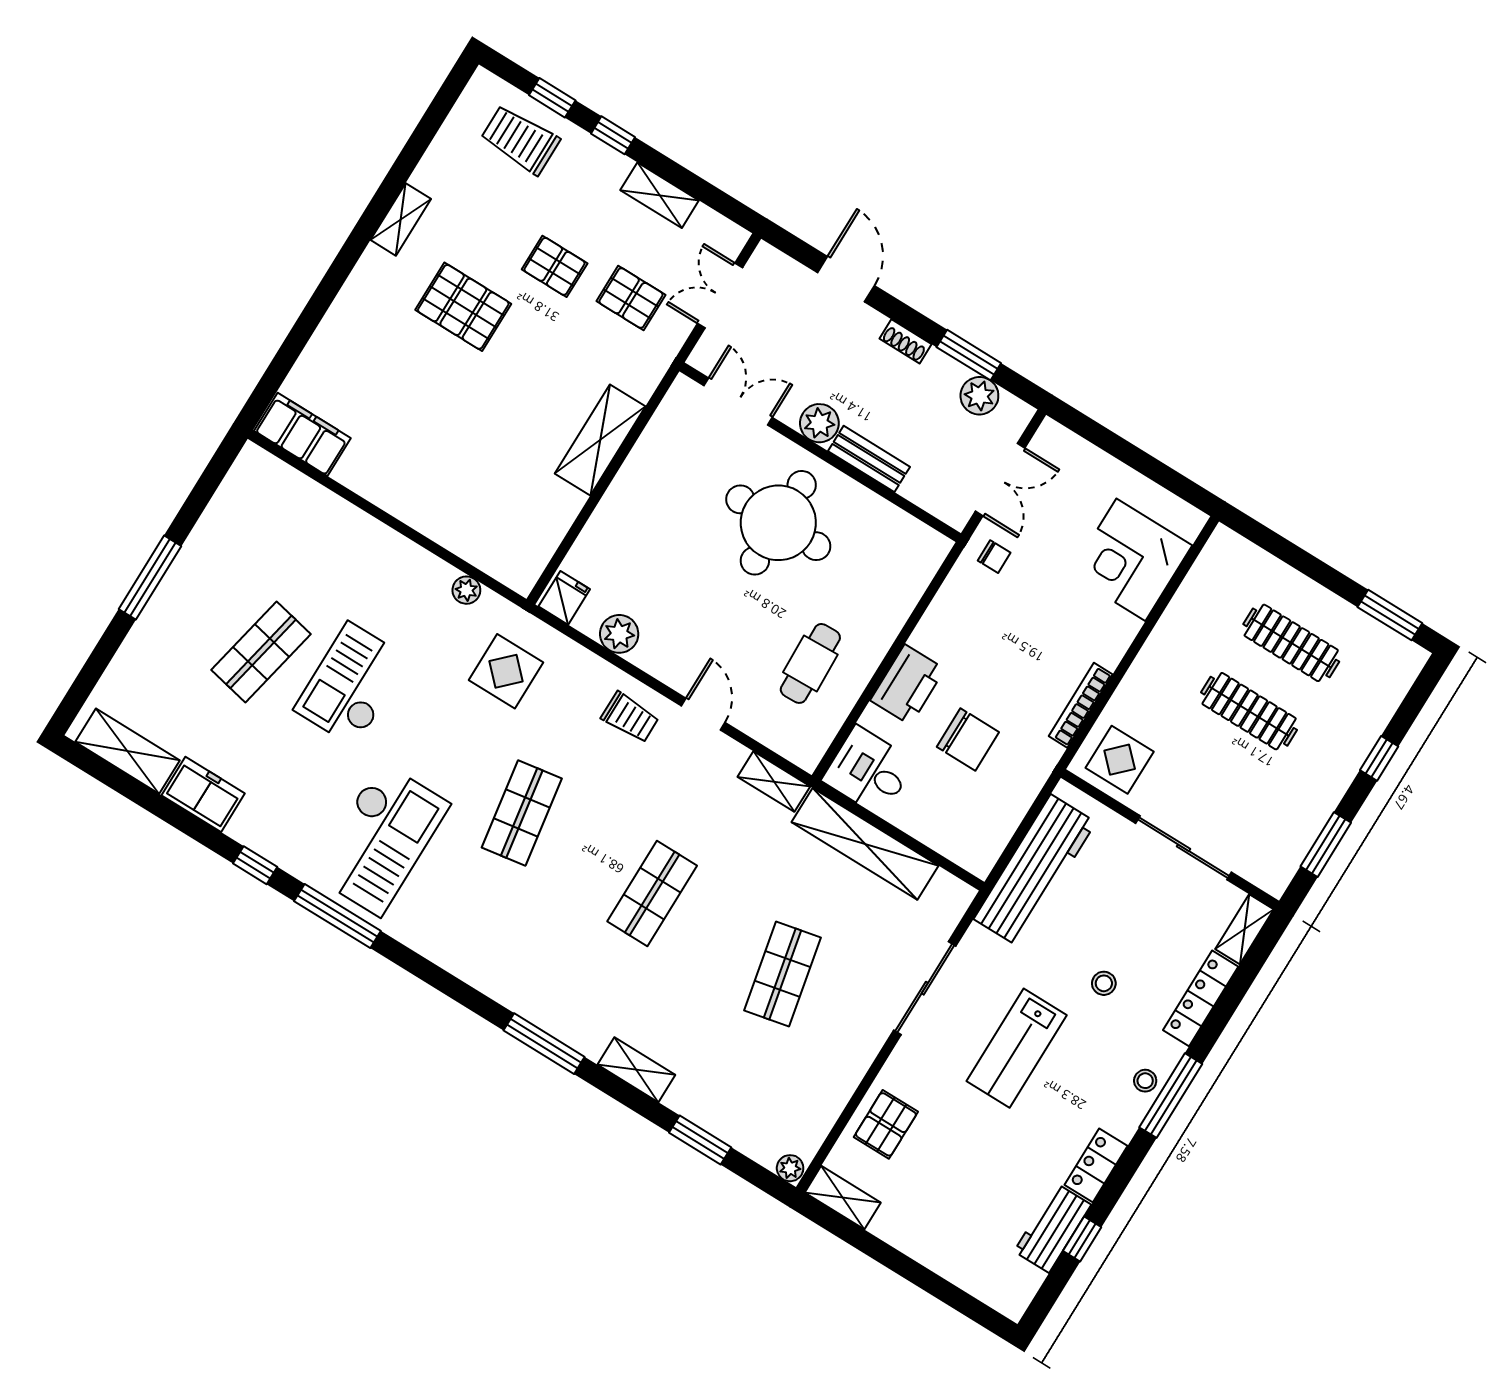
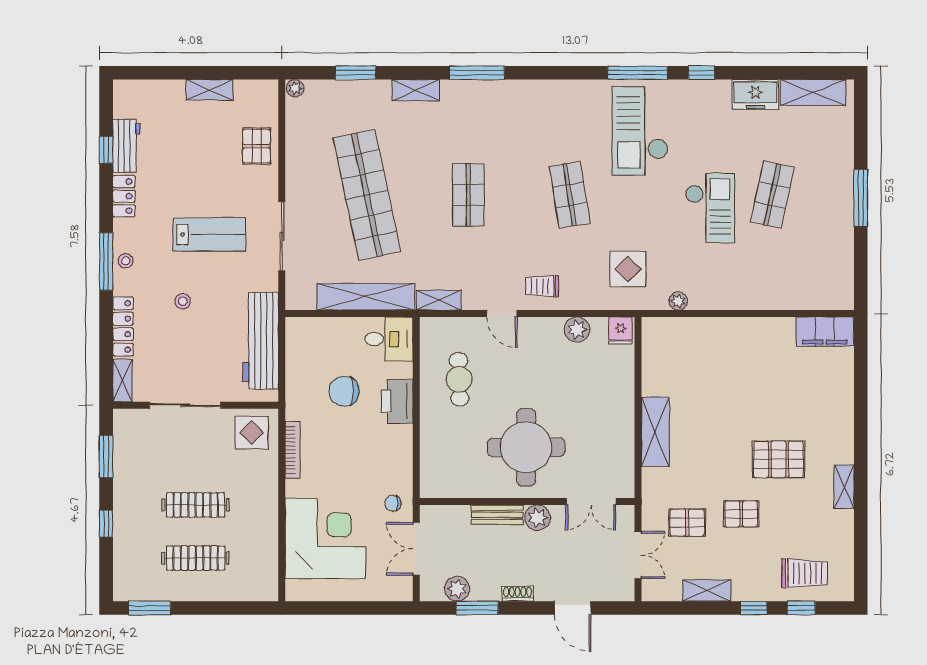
corner desk: (1131, 560) -> (325, 538), width x1.36, depth x1.36
shop shelf: (782, 974) -> (367, 195), width x2.00, depth x1.36
lab bench: (1017, 1048) -> (209, 235), turned 90
shelving: (843, 1198) -> (210, 90), moved

